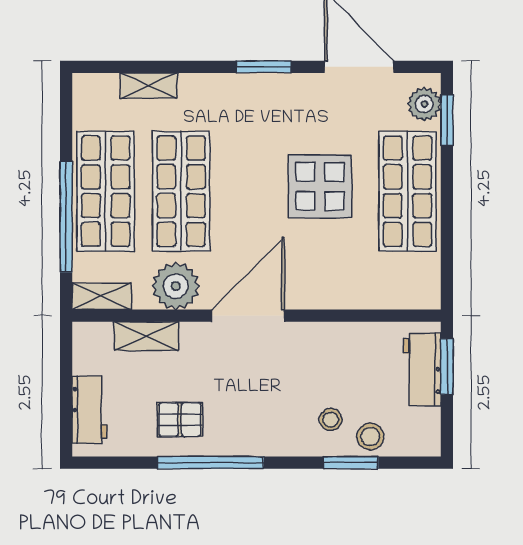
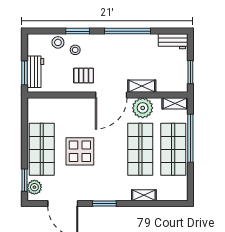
shelving: (149, 86) -> (144, 195), moved
shelving: (146, 336) -> (142, 86), moved
window: (66, 368) -> (190, 72), added
workbench: (90, 410) -> (173, 41), moved, turned -90
pallet: (180, 420) -> (84, 75), moved
window: (351, 463) -> (78, 31), moved

